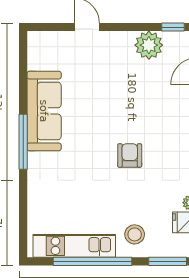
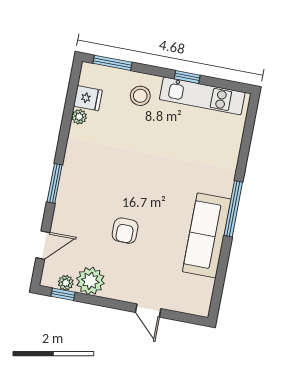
plant: (172, 39) -> (66, 283), added
armchair: (130, 155) -> (125, 231), moved
window: (93, 261) -> (187, 77), width x0.32

